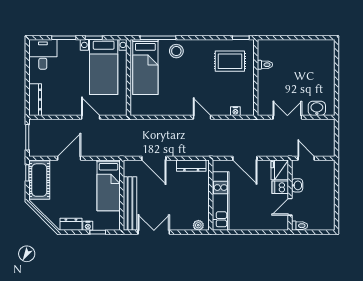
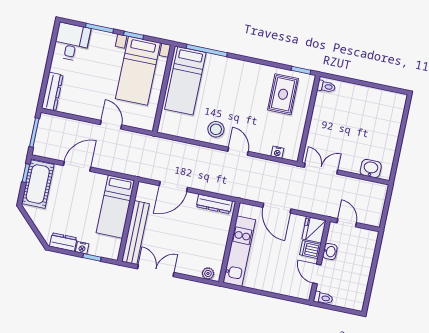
stool: (176, 51) -> (216, 129), moved
rug: (230, 61) -> (283, 94), turned 90
toilet: (265, 65) -> (326, 86), moved
double door: (287, 117) -> (321, 169), moved
door: (154, 158) -> (173, 187), hinge flipped
door: (290, 207) -> (317, 274), hinge flipped

